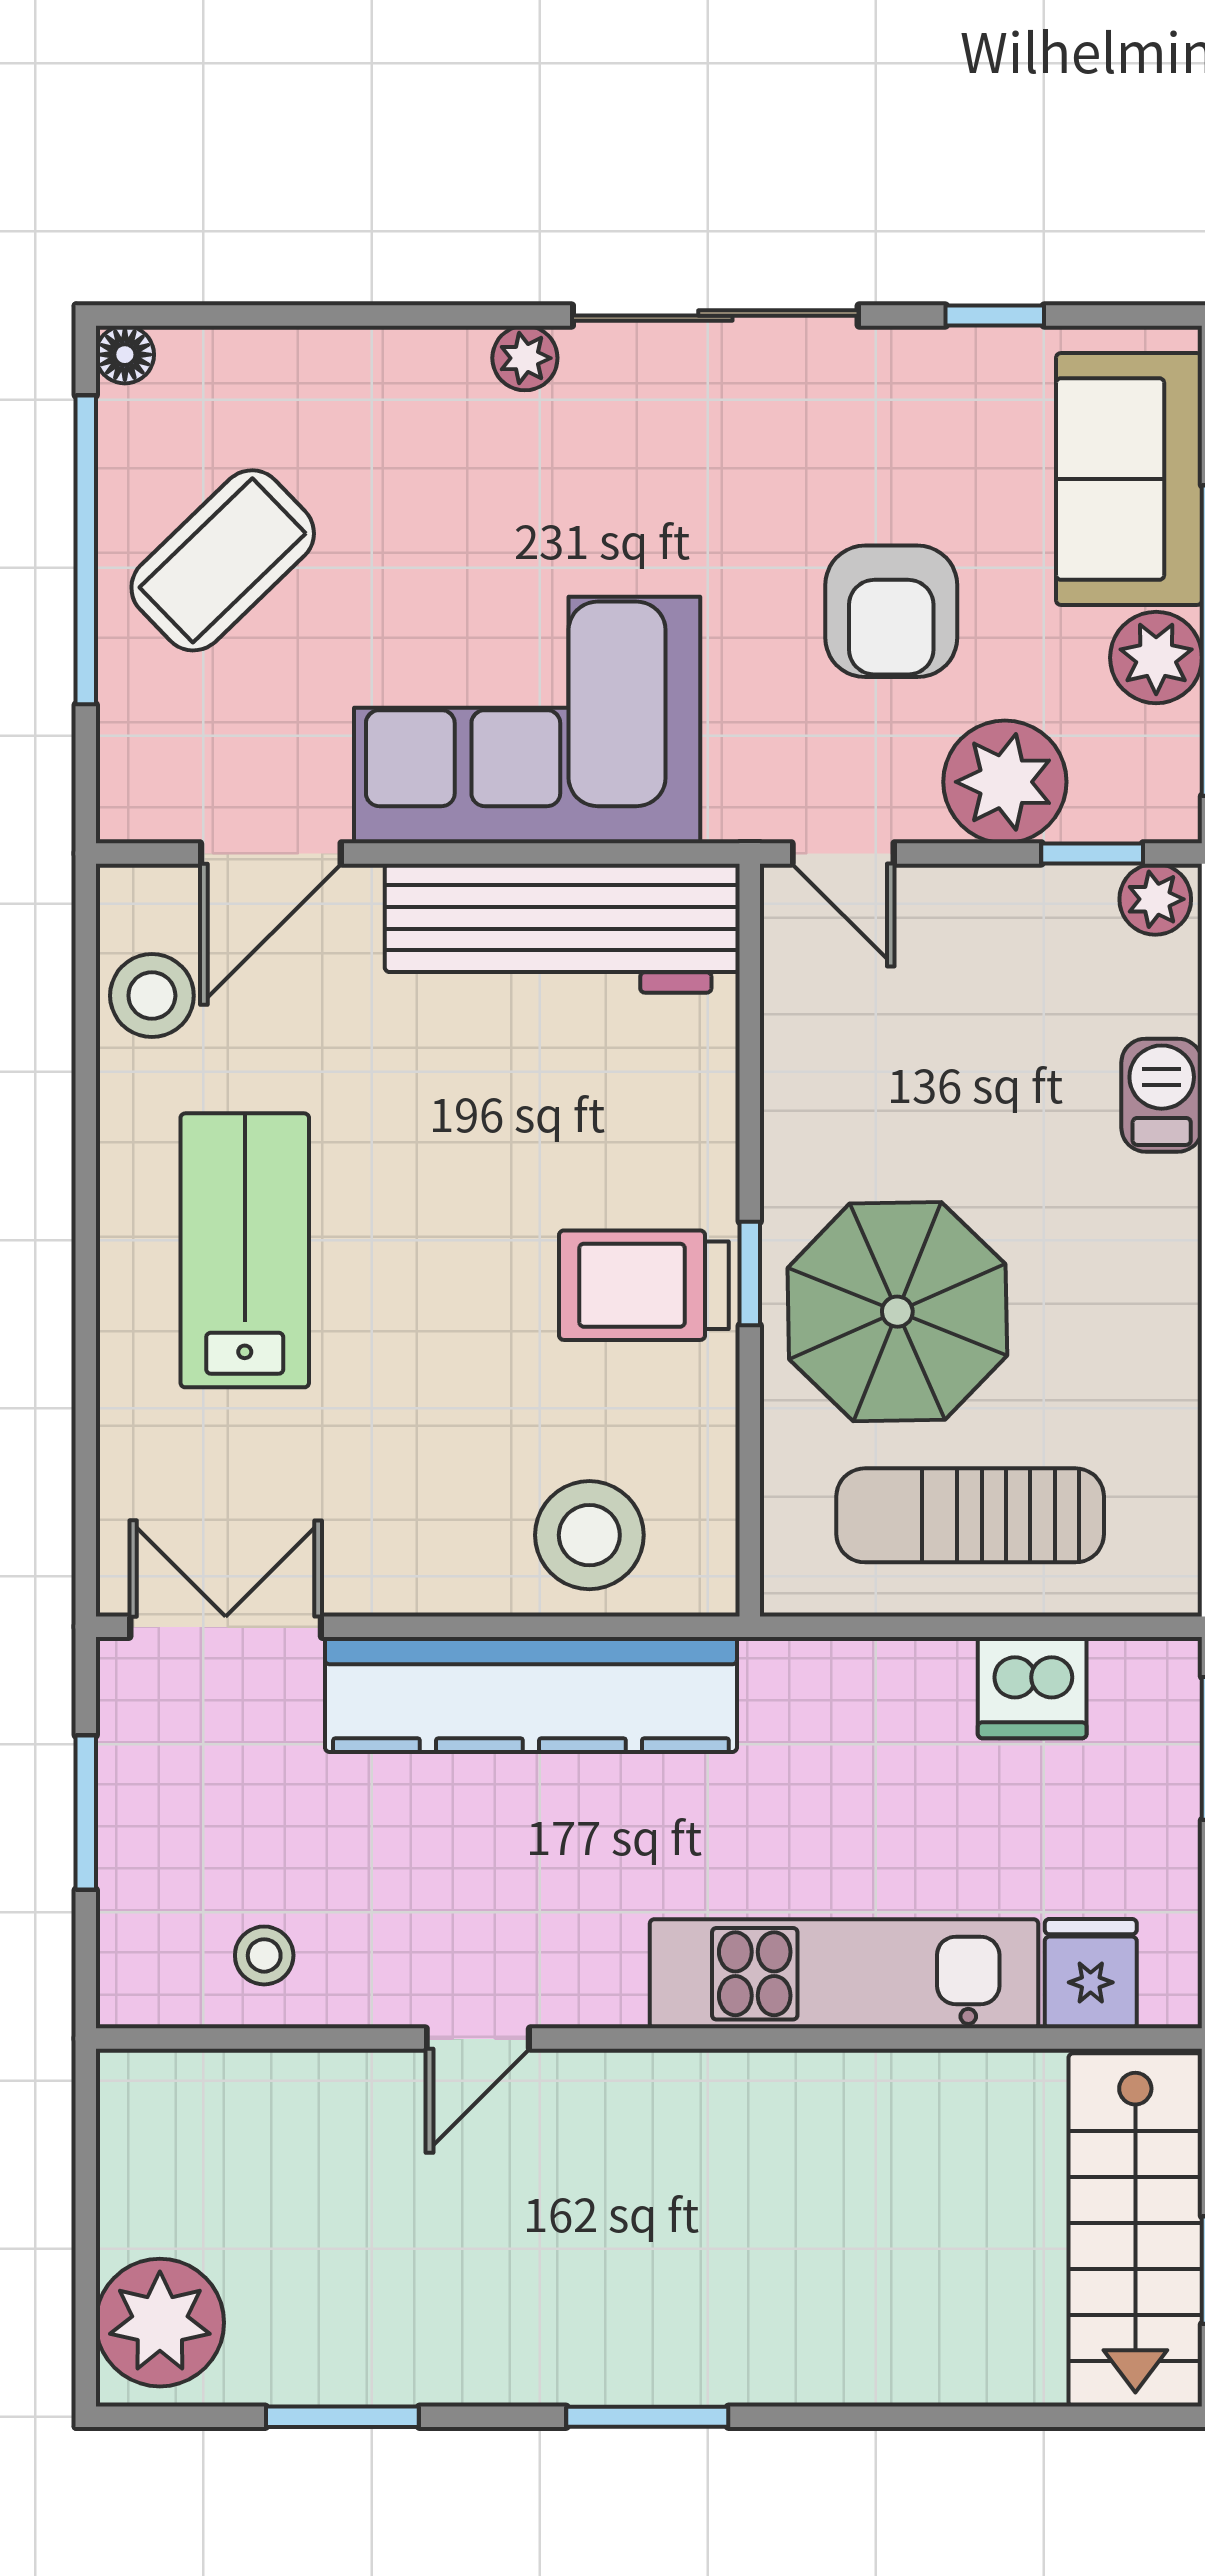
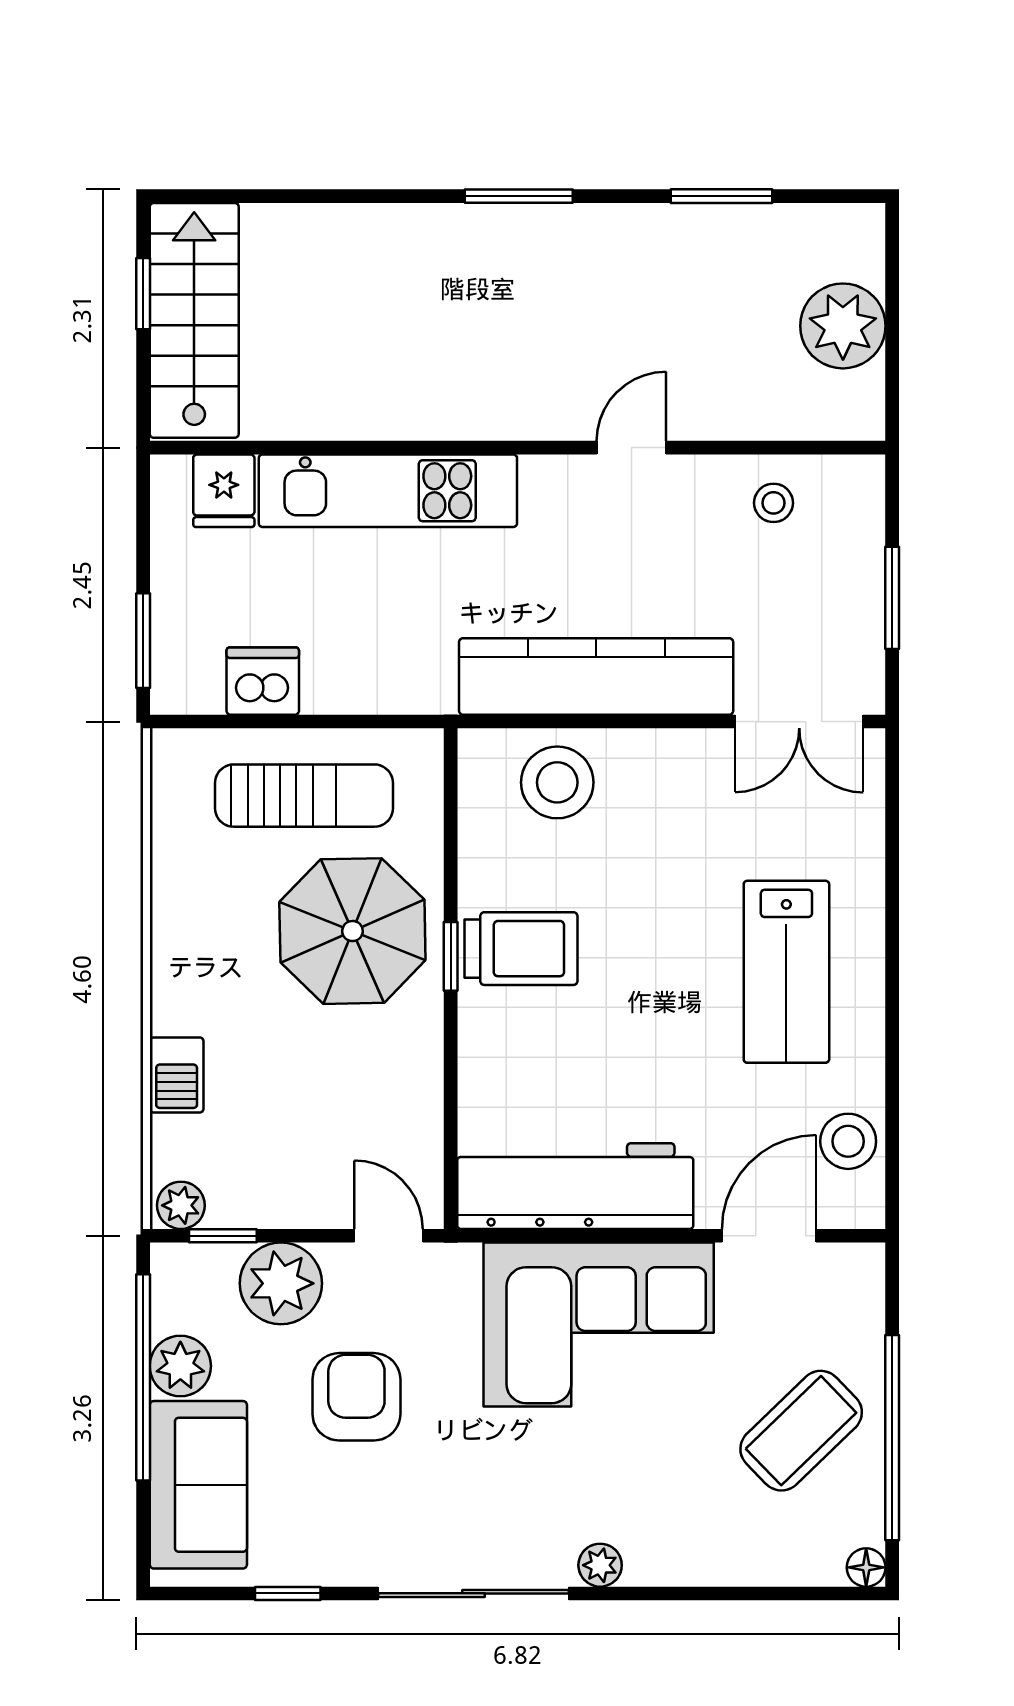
plant: (160, 2323) -> (843, 326), moved

